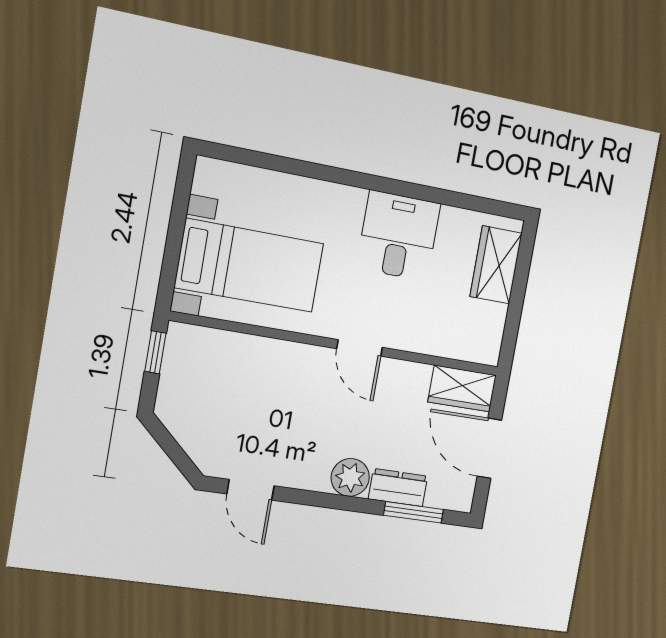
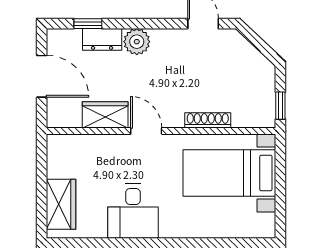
shoe rack: (268, 348) -> (208, 120), added
wardrobe: (462, 389) -> (105, 115), moved
window: (414, 512) -> (88, 24), width x0.67

